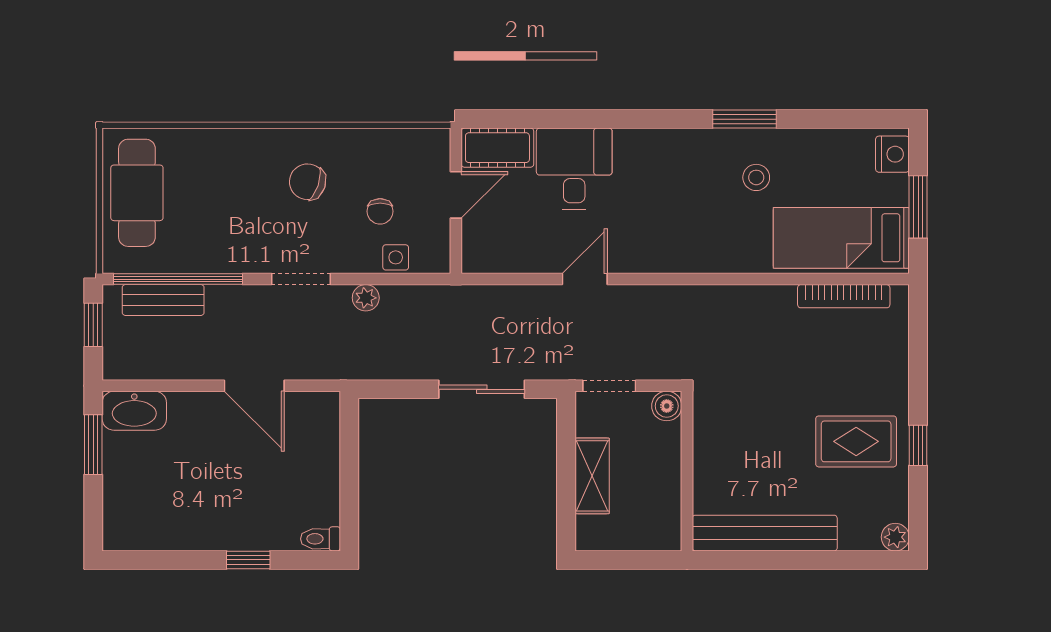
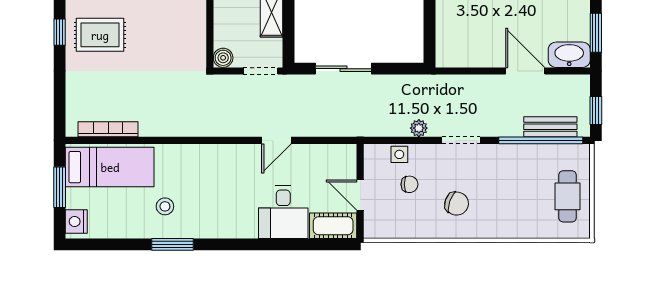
cafe table: (137, 193) -> (568, 196), width x0.73, depth x0.74
door: (456, 195) -> (360, 195), hinge flipped
chair: (380, 211) -> (409, 184), turned 90
door: (254, 386) -> (525, 71), moved

